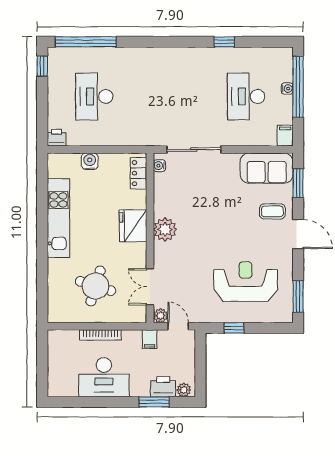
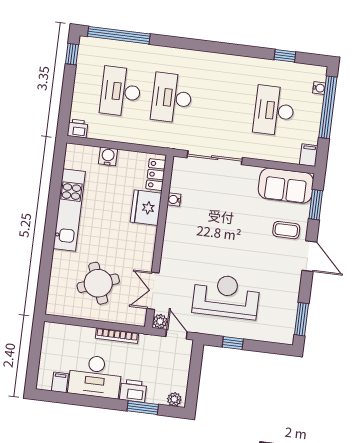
window: (224, 42) -> (285, 56), moved
water cooler: (287, 89) -> (319, 88), moved
desk: (145, 96) -> (172, 98), added
water cooler: (159, 166) -> (174, 200), moved
fridge: (133, 226) -> (146, 208), moved
plant: (165, 229) -> (176, 235), removed
reception desk: (246, 282) -> (226, 296), moved
round table: (96, 286) -> (98, 283), turned -38
bookcase: (100, 335) -> (117, 336), moved
filing cabinet: (150, 339) -> (60, 382), moved, turned 180
printer: (163, 387) -> (133, 391), moved

